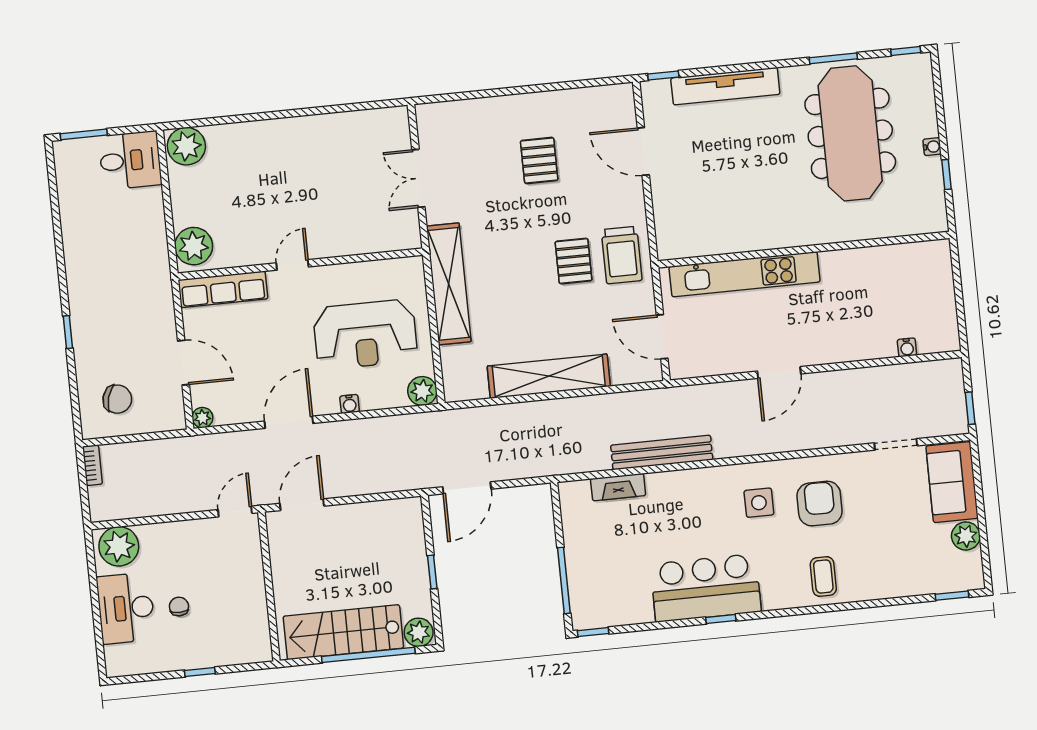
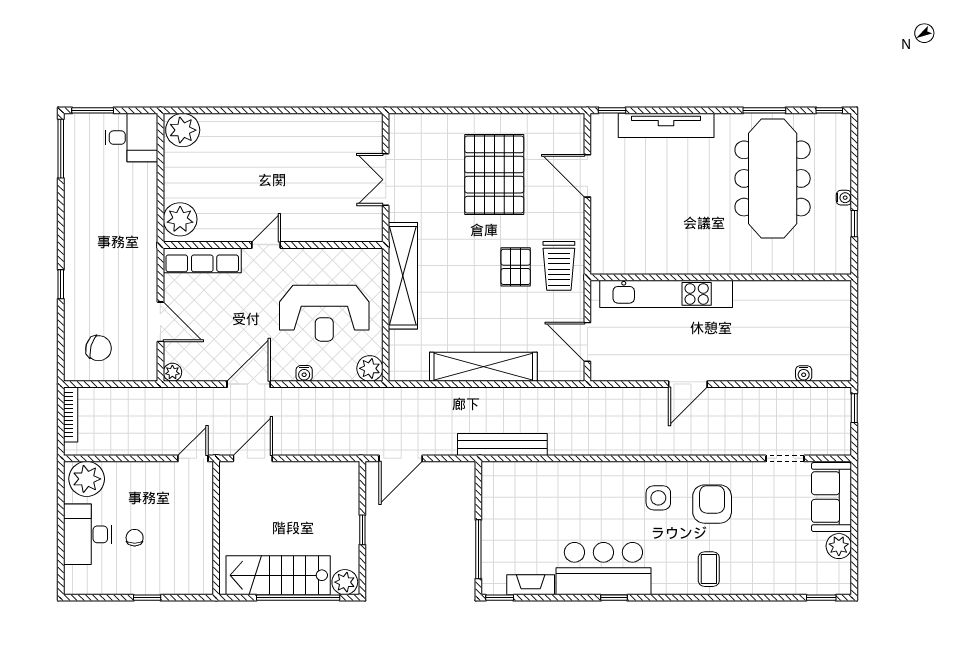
pallet: (539, 160) -> (494, 175), width x2.05, depth x2.00
window: (52, 181) -> (61, 149), added
window: (970, 408) -> (854, 408), moved
bench: (662, 452) -> (502, 445), moved
bookcase: (92, 465) -> (71, 415), width x1.56
fireplace: (618, 487) -> (531, 585), moved, turned 180

